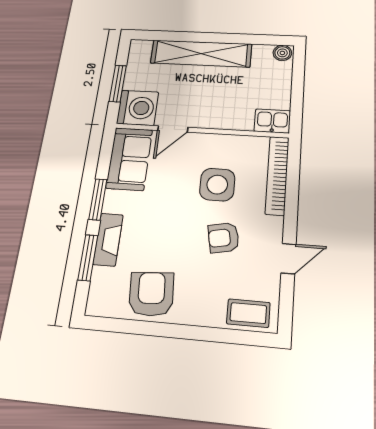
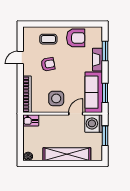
sofa: (129, 159) -> (94, 92), width x1.36
side table: (217, 185) -> (56, 98), moved
window: (98, 199) -> (105, 93), moved
armchair: (151, 294) -> (76, 38), turned -86
coffee table: (248, 313) -> (48, 39), moved

